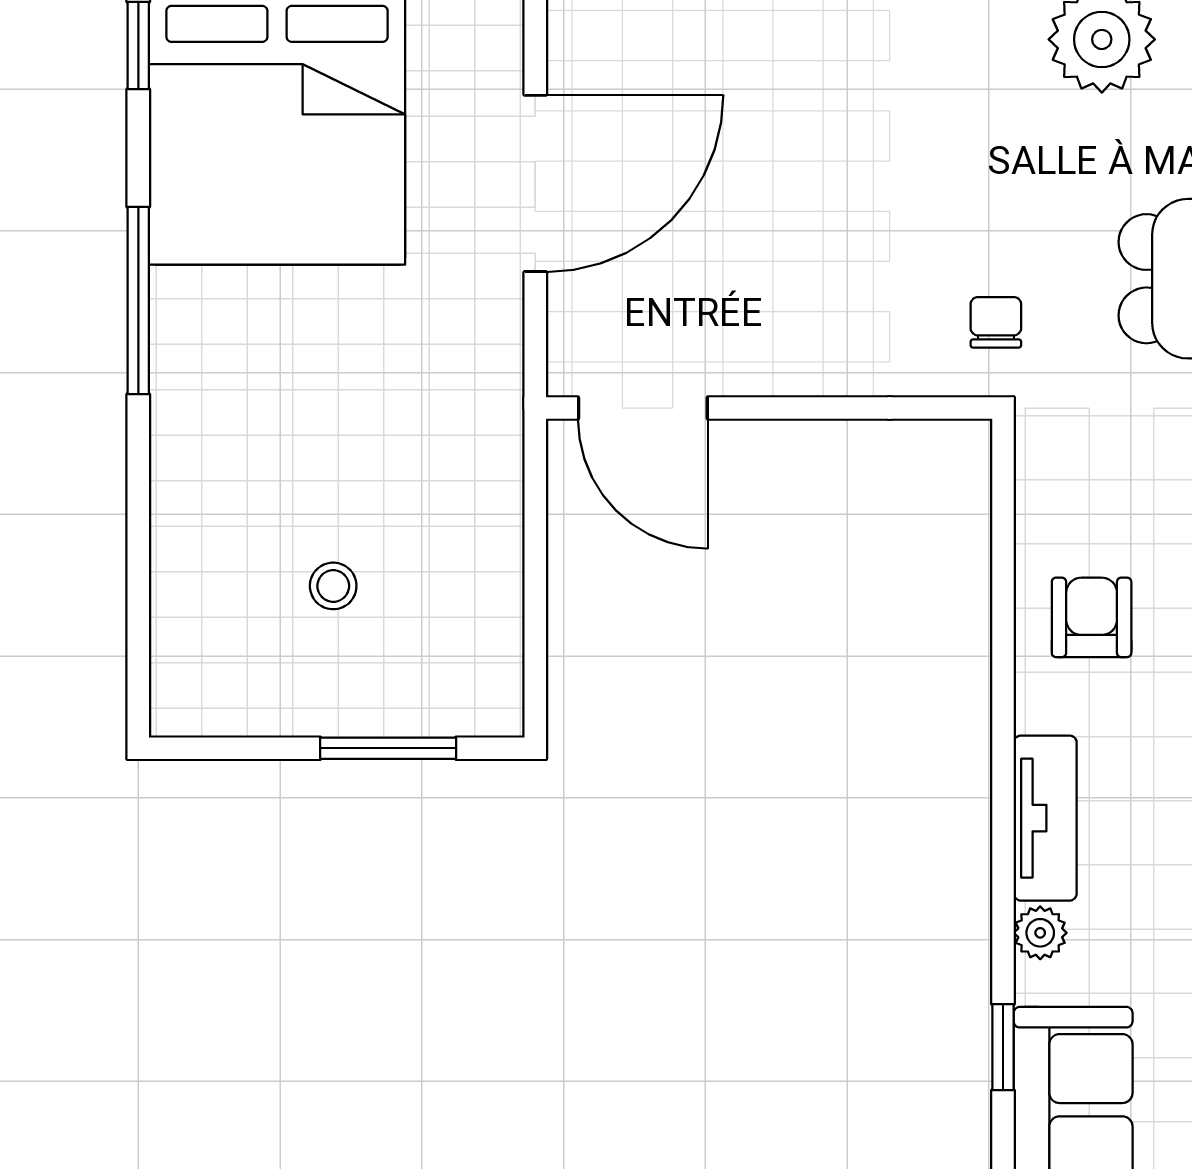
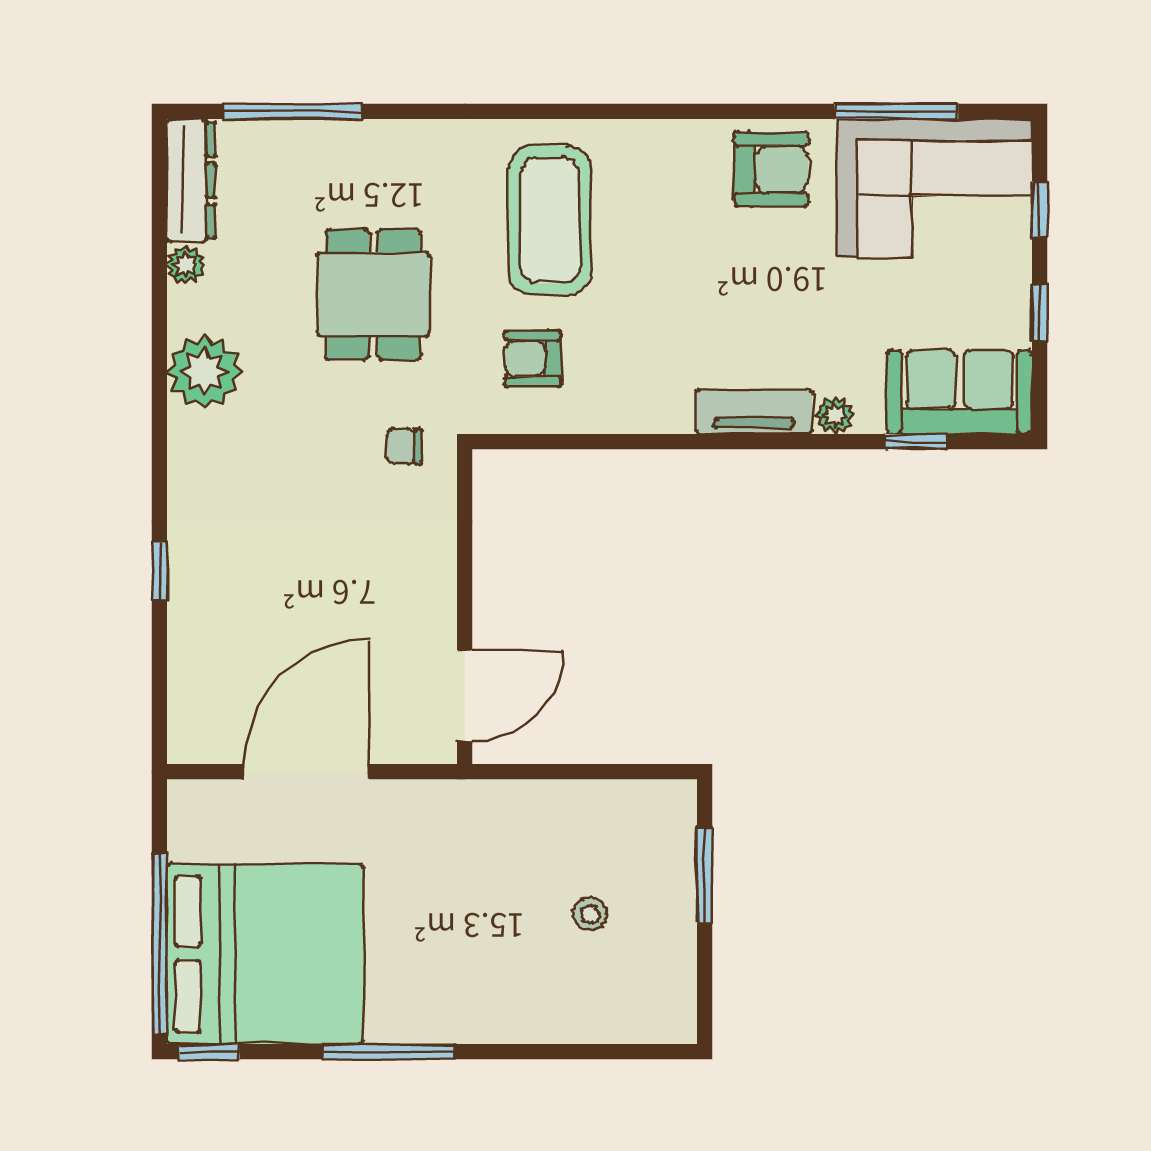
door: (535, 183) -> (306, 772), hinge flipped
armchair: (1092, 617) -> (533, 358), moved

